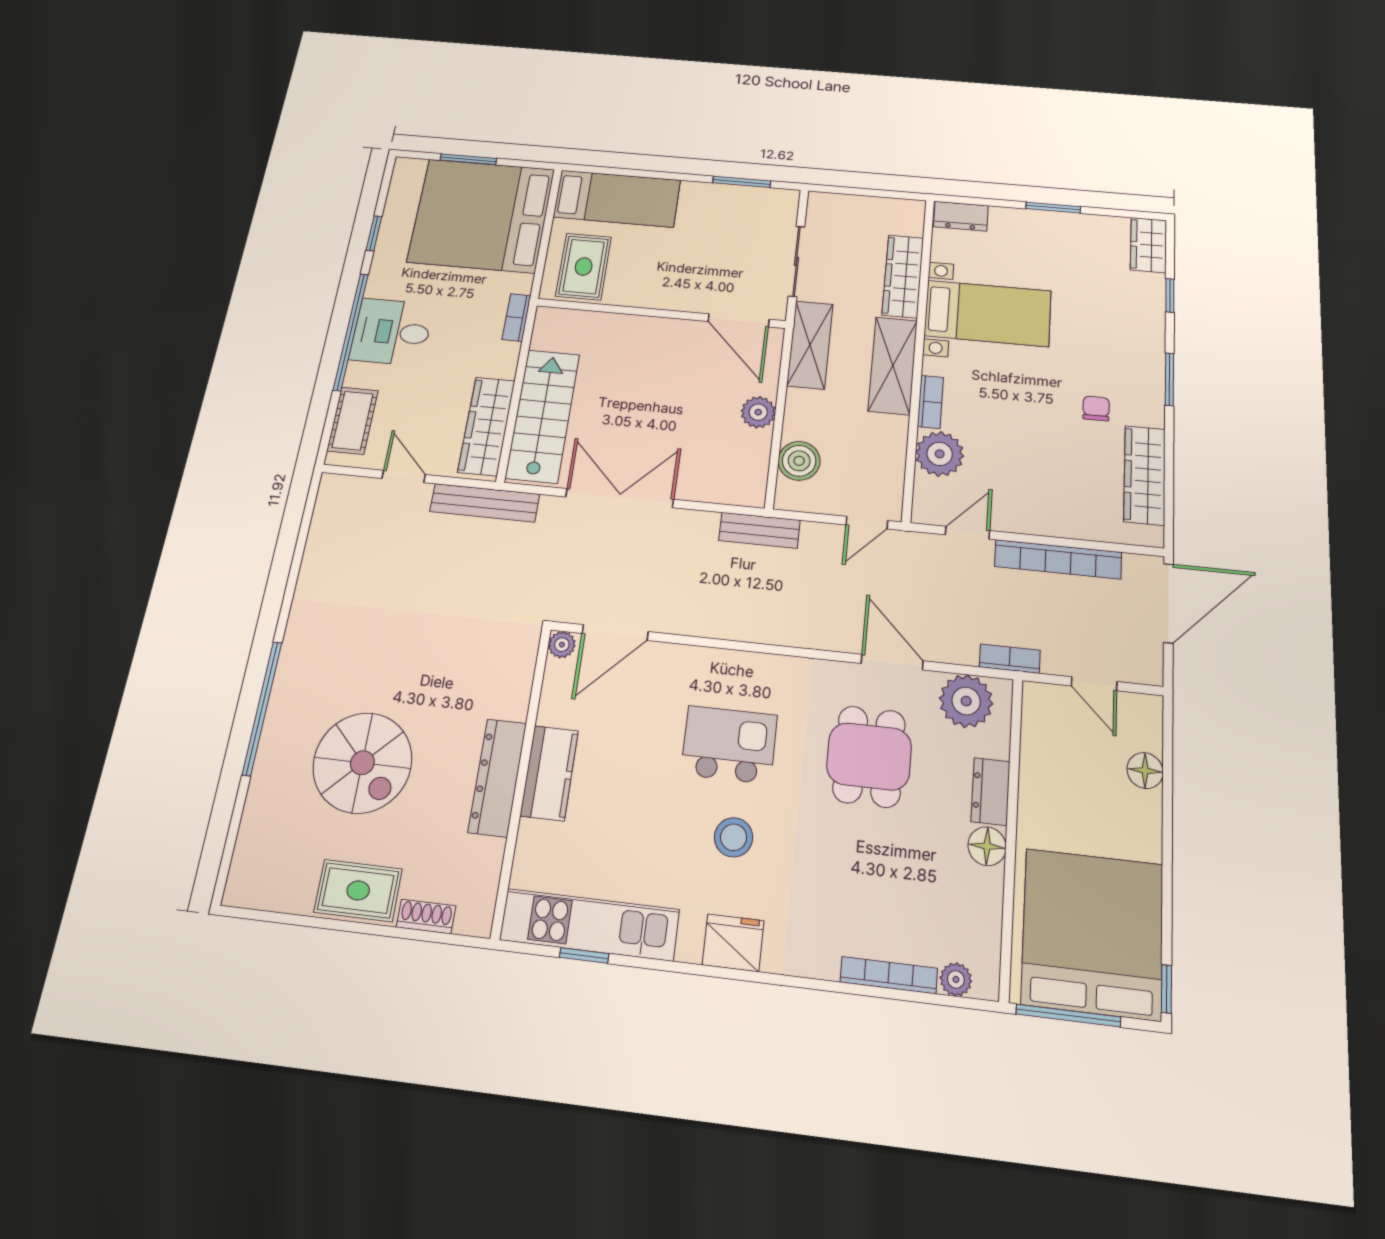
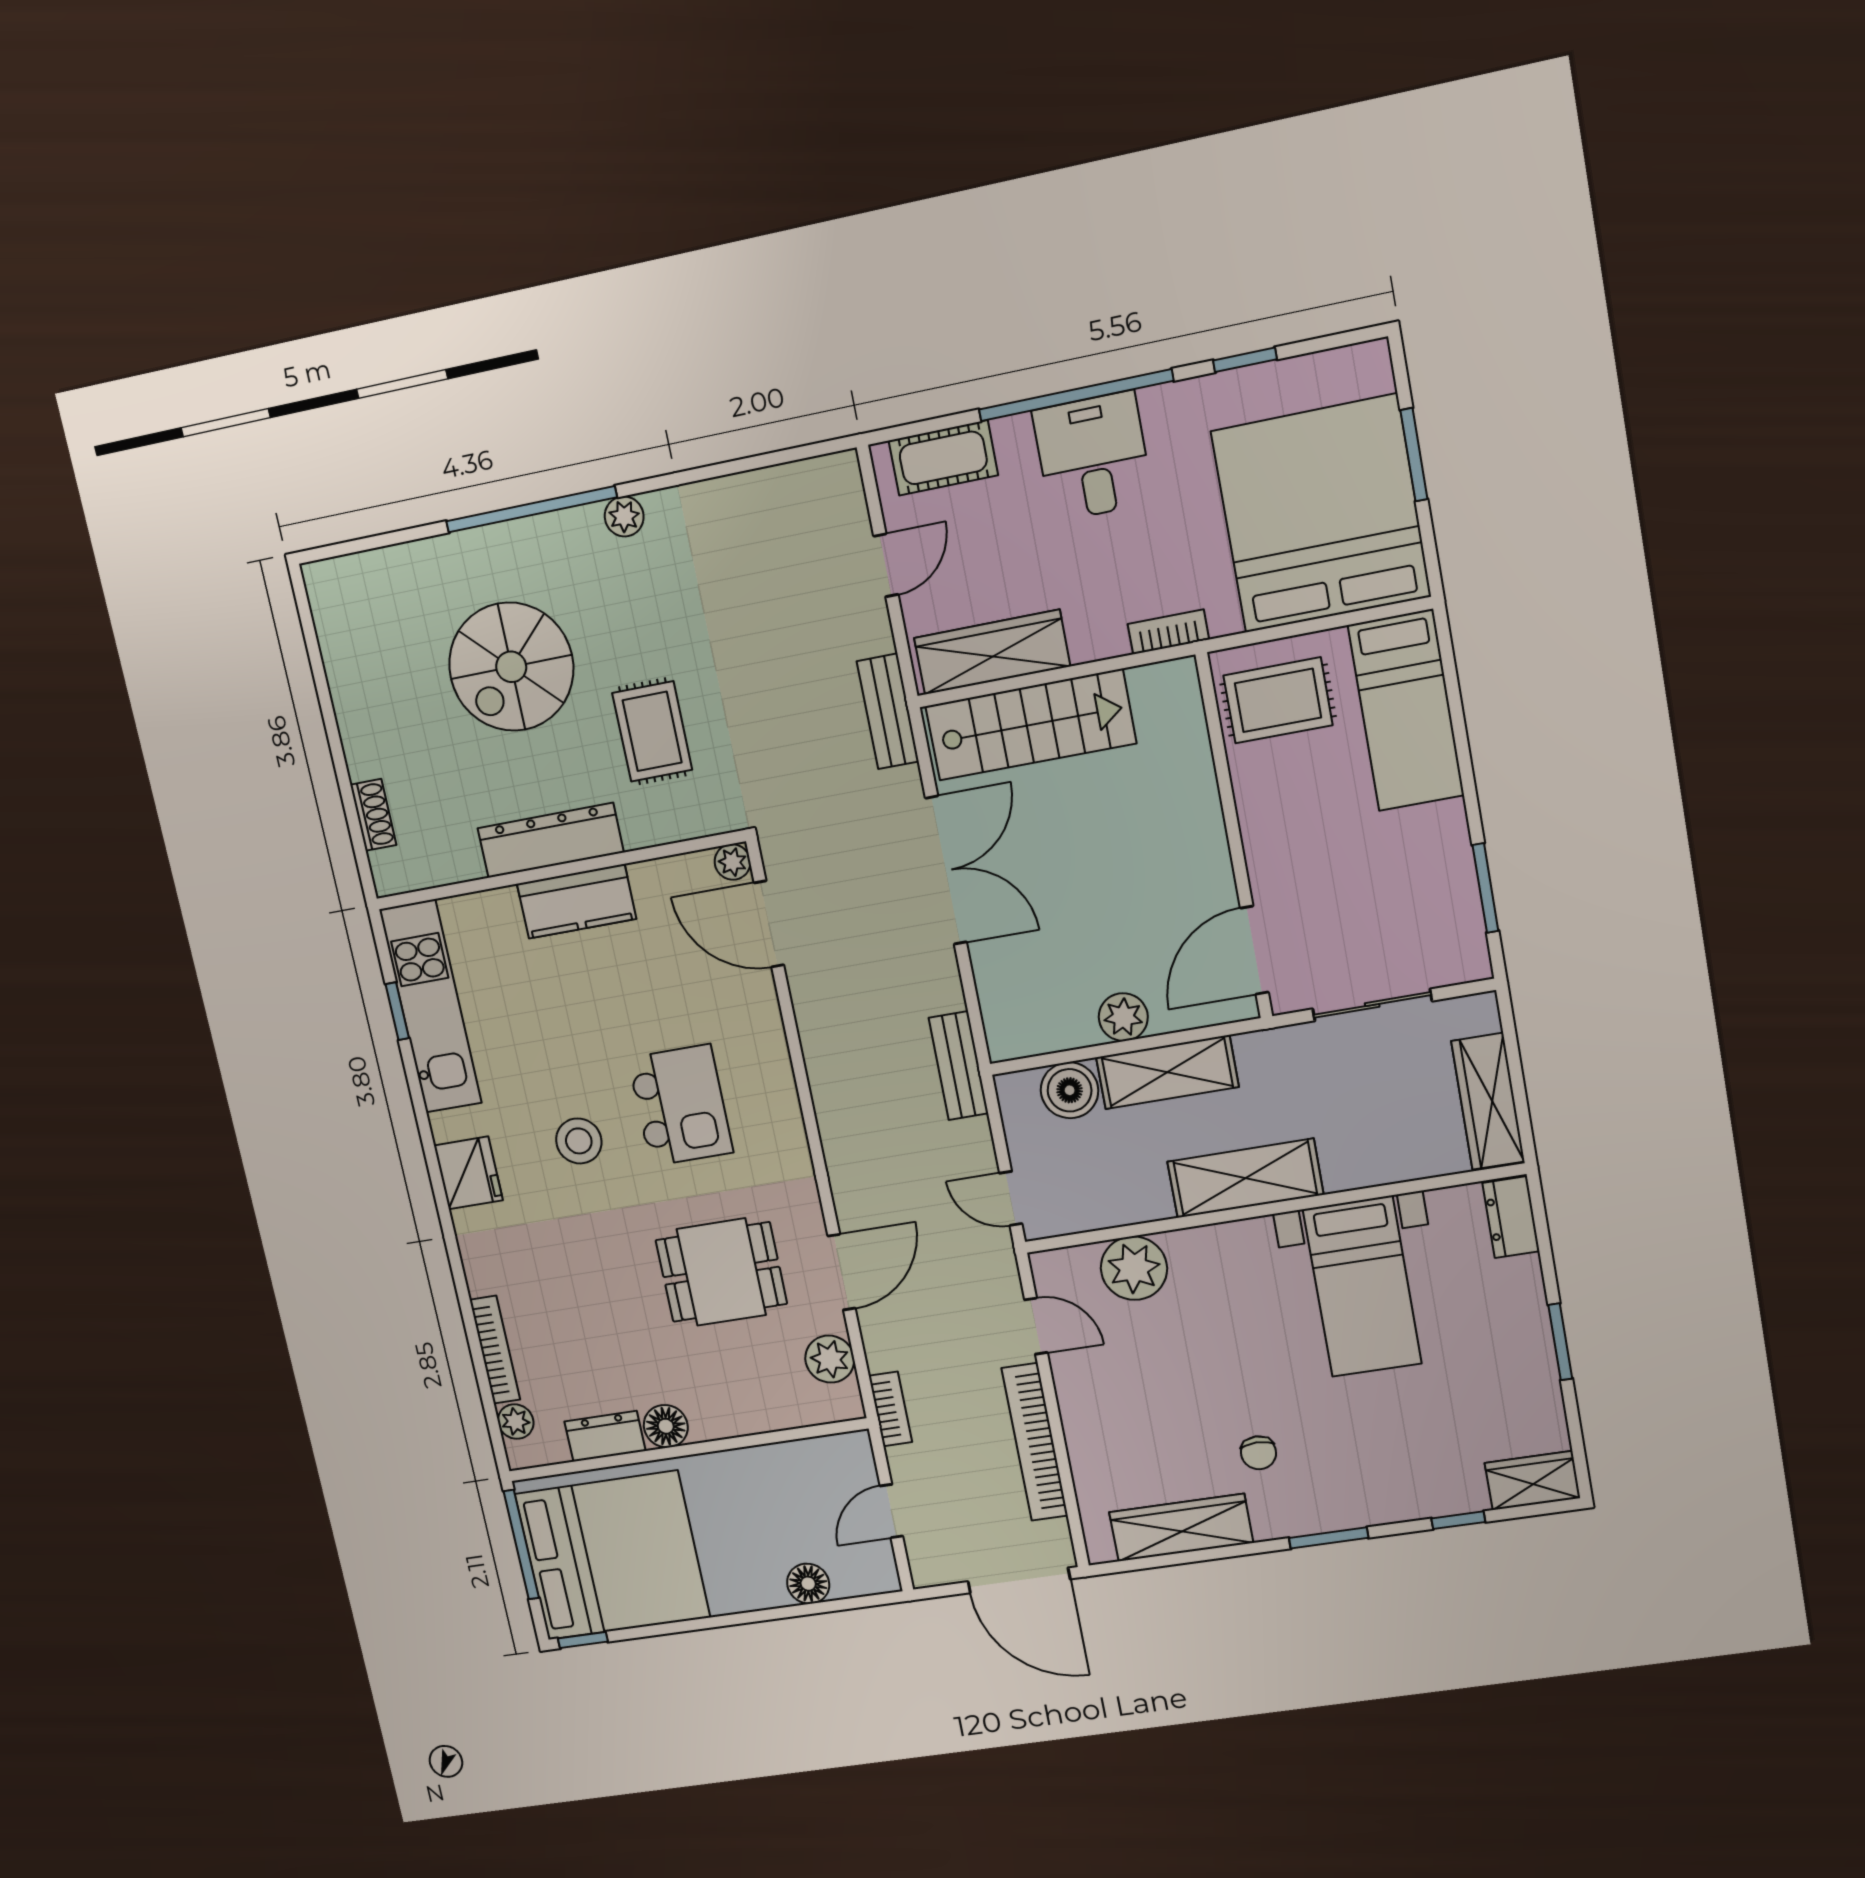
wardrobe: (903, 276) -> (1488, 1101), moved, turned -90
shelving: (810, 345) -> (1167, 1072), moved
bookcase: (930, 402) -> (1206, 1240), removed
chair: (1096, 408) -> (1259, 1453), turned 90
bench: (485, 503) -> (888, 711), width x0.73
plant: (296, 642) -> (624, 516), added
plant: (966, 701) -> (830, 1359), width x0.73, depth x0.73
dresser: (991, 792) -> (605, 1436), moved
rug: (358, 890) -> (652, 731), moved

